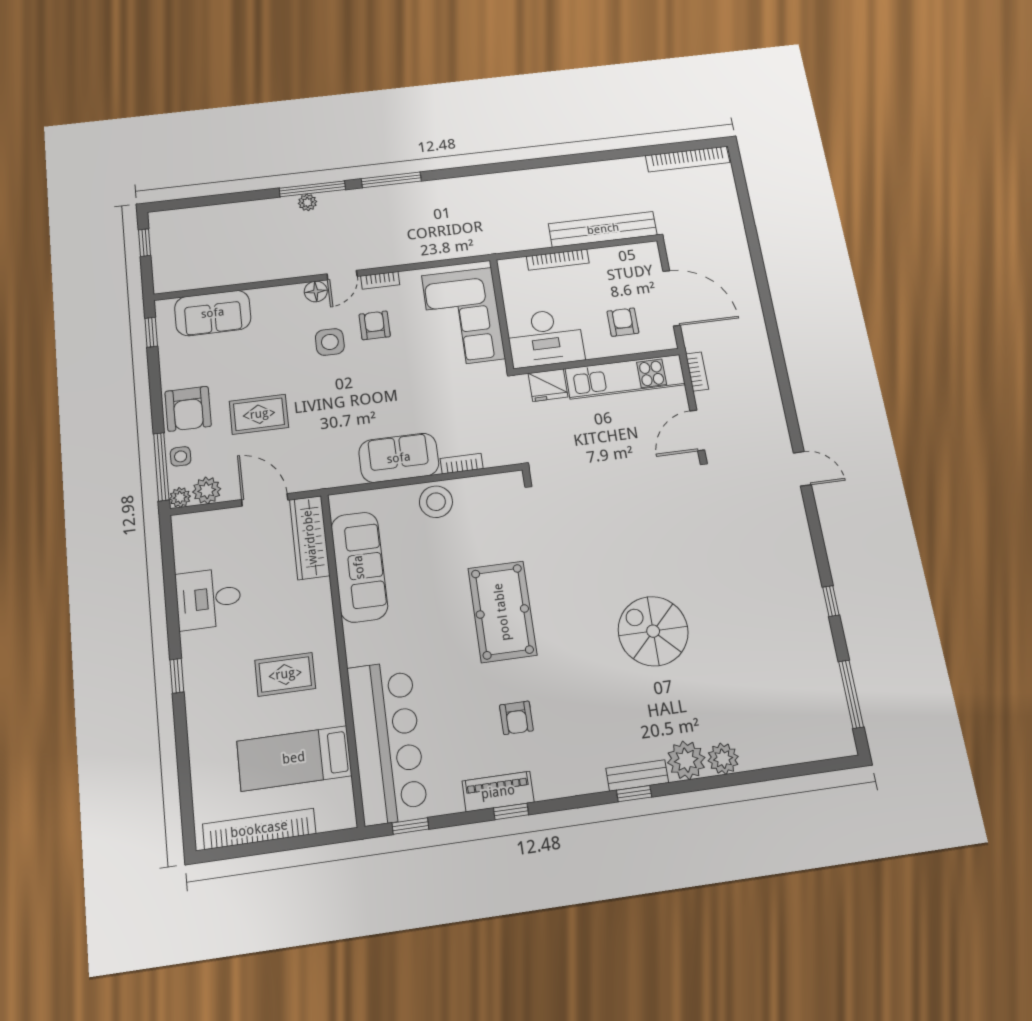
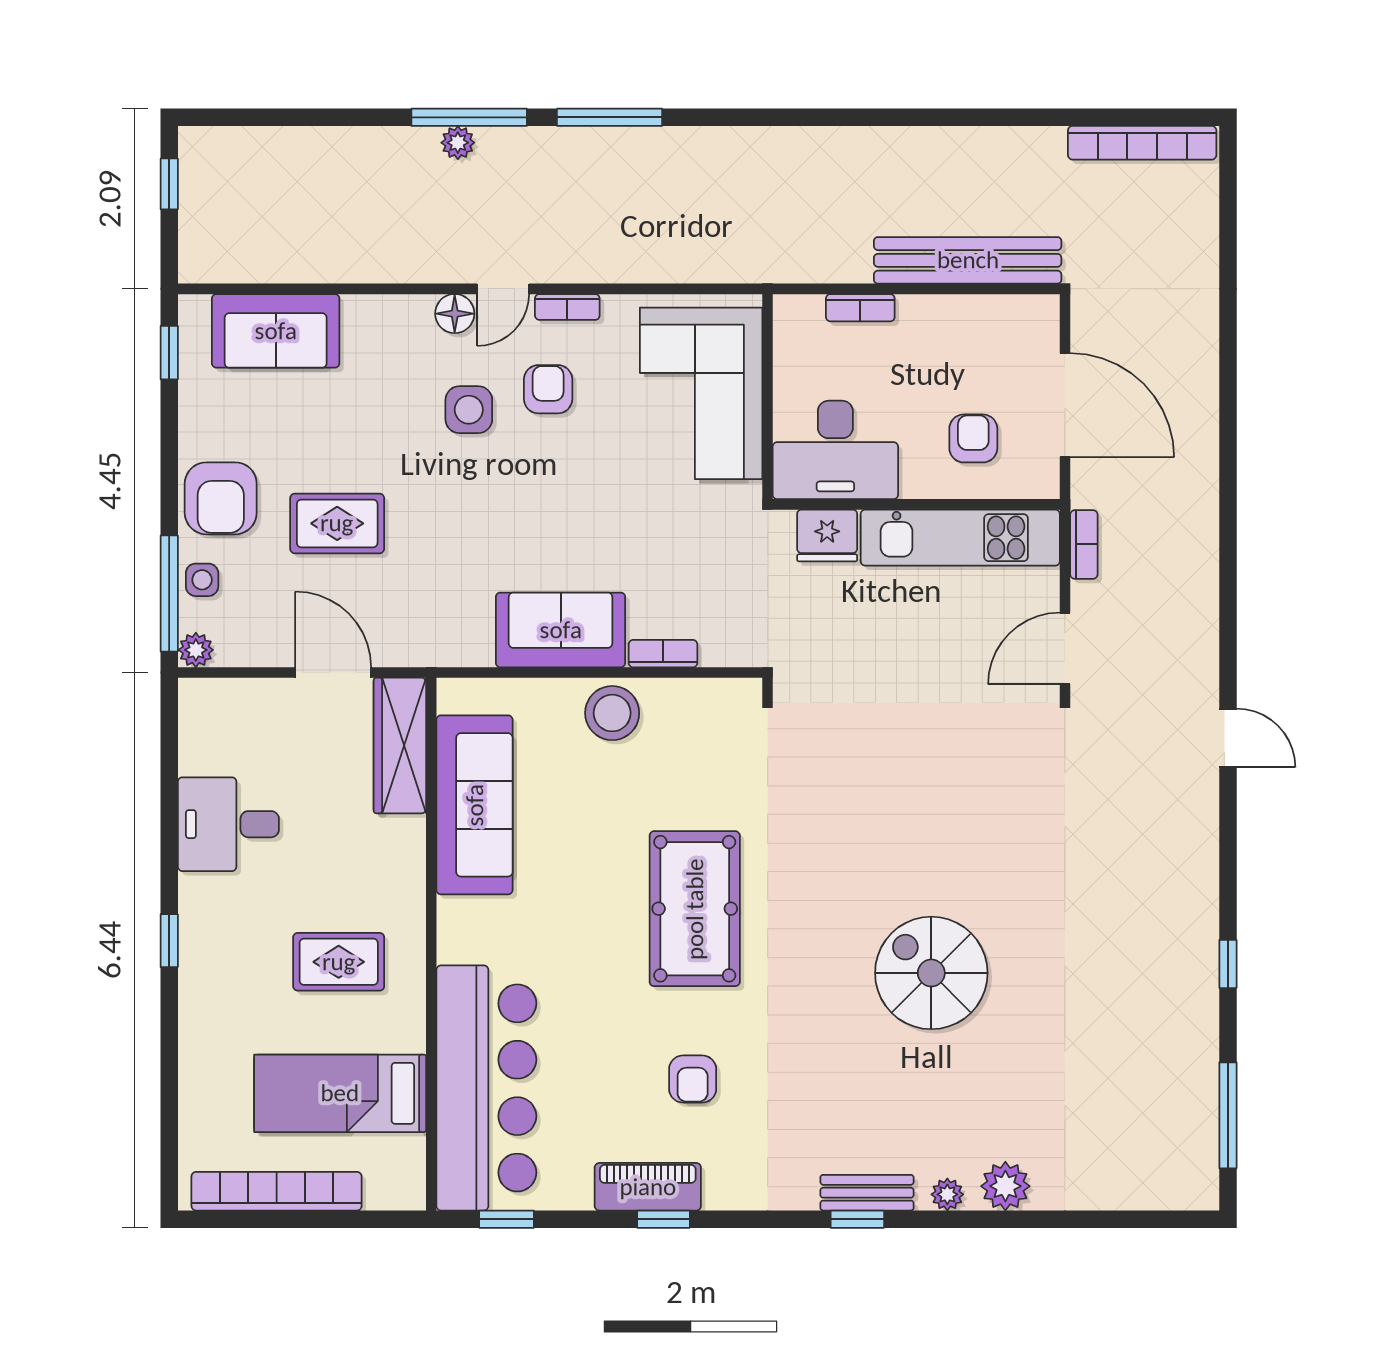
bookcase: (558, 260) -> (860, 308), width x0.64
plant: (207, 490) -> (240, 644), removed
plant: (686, 760) -> (947, 1194), width x0.53, depth x0.53

